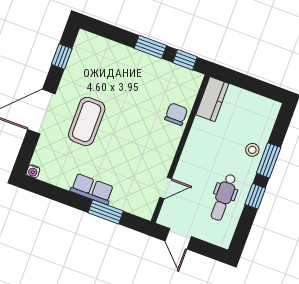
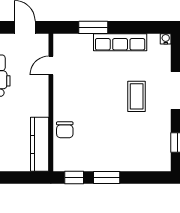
kitchen counter: (212, 99) -> (40, 144), width x1.50
coffee table: (87, 121) -> (137, 96), width x0.73, depth x0.76
row of seats: (92, 189) -> (120, 42), width x1.48

